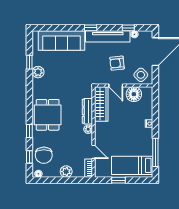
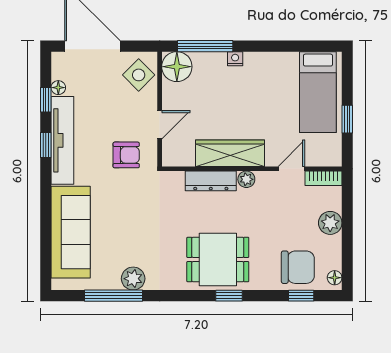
window: (91, 28) -> (46, 145), moved
window: (29, 62) -> (113, 296), width x2.17
armchair: (117, 63) -> (126, 155), moved, turned -84
floor lamp: (134, 94) -> (177, 67), moved
wardrobe: (101, 104) -> (230, 153), moved
window: (29, 131) -> (229, 296), moved
window: (155, 152) -> (205, 46), moved

